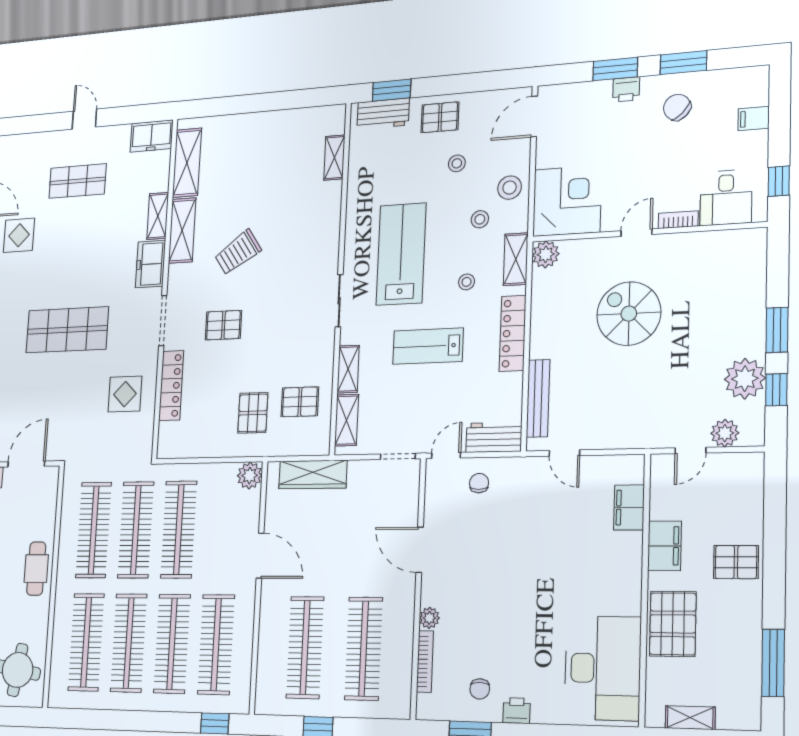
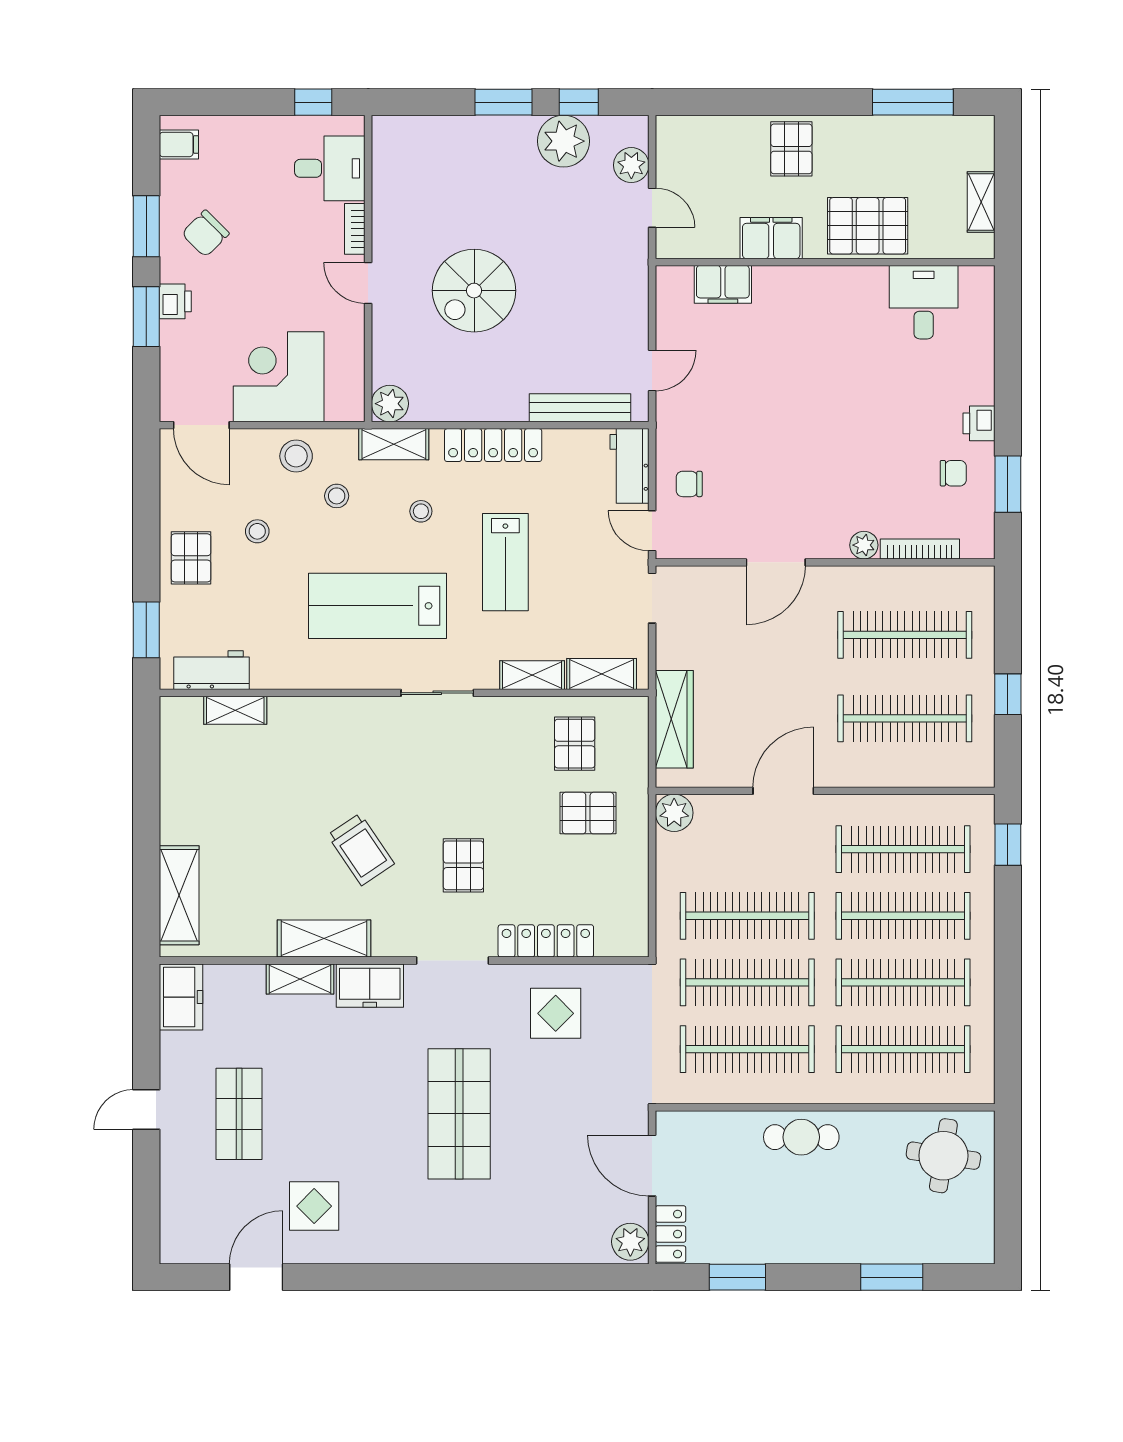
workbench: (383, 114) -> (212, 670), moved, turned -90
filing cabinet: (754, 119) -> (179, 144), moved, turned -90
shelving: (187, 163) -> (179, 895), moved, turned 90
corner desk: (567, 201) -> (279, 377), moved
desk: (603, 668) -> (924, 302), width x0.53, depth x0.77

